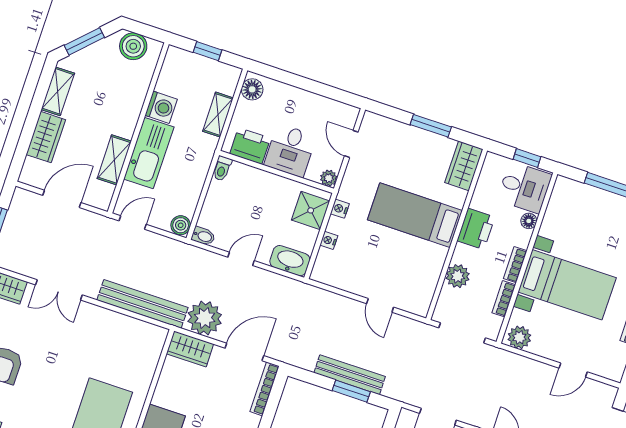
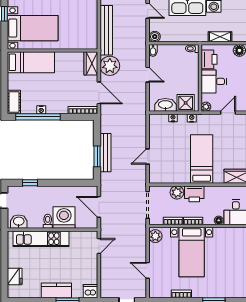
printer: (476, 229) -> (194, 194), moved
washbasin: (290, 261) -> (165, 105), moved, turned -90

